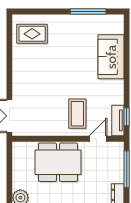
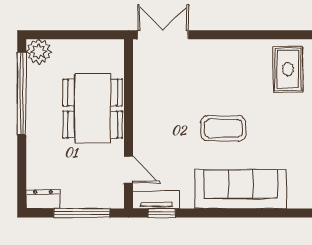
sofa: (111, 57) -> (241, 189), width x1.36
coffee table: (77, 114) -> (223, 128), moved

